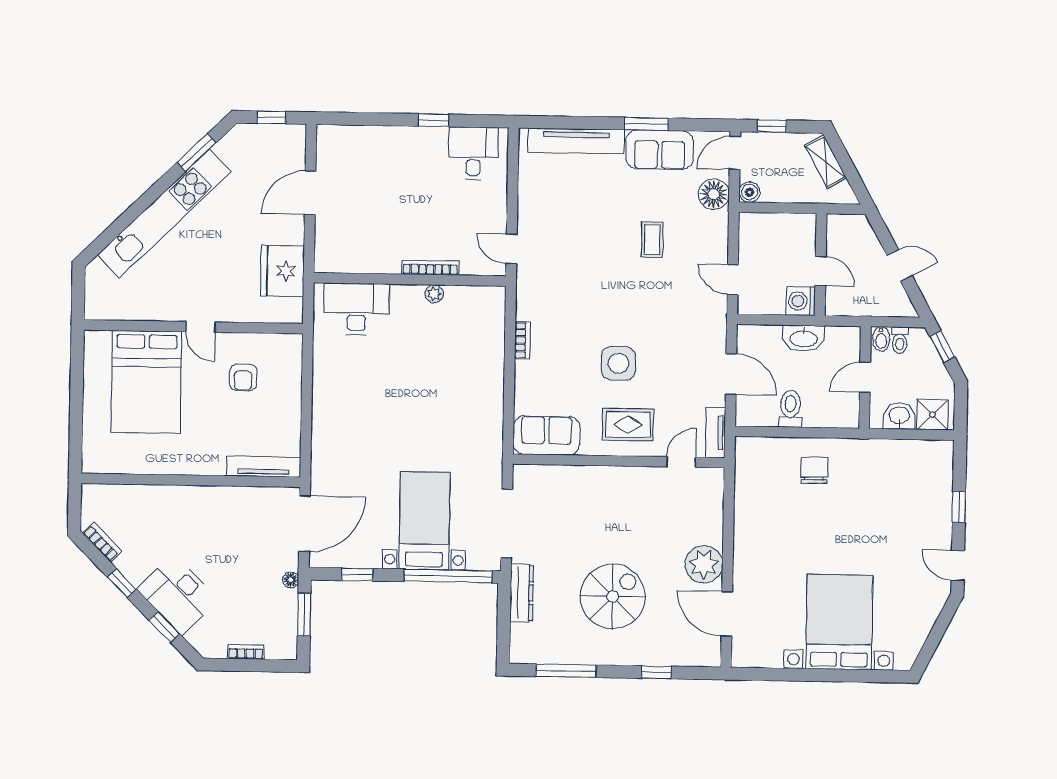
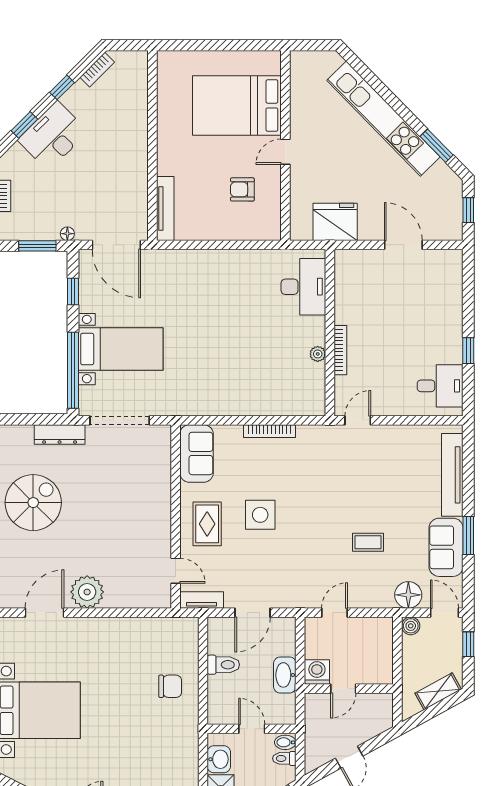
bookcase: (522, 340) -> (269, 431), width x1.56
spiral stairs: (613, 596) -> (33, 503), moved, turned -90

